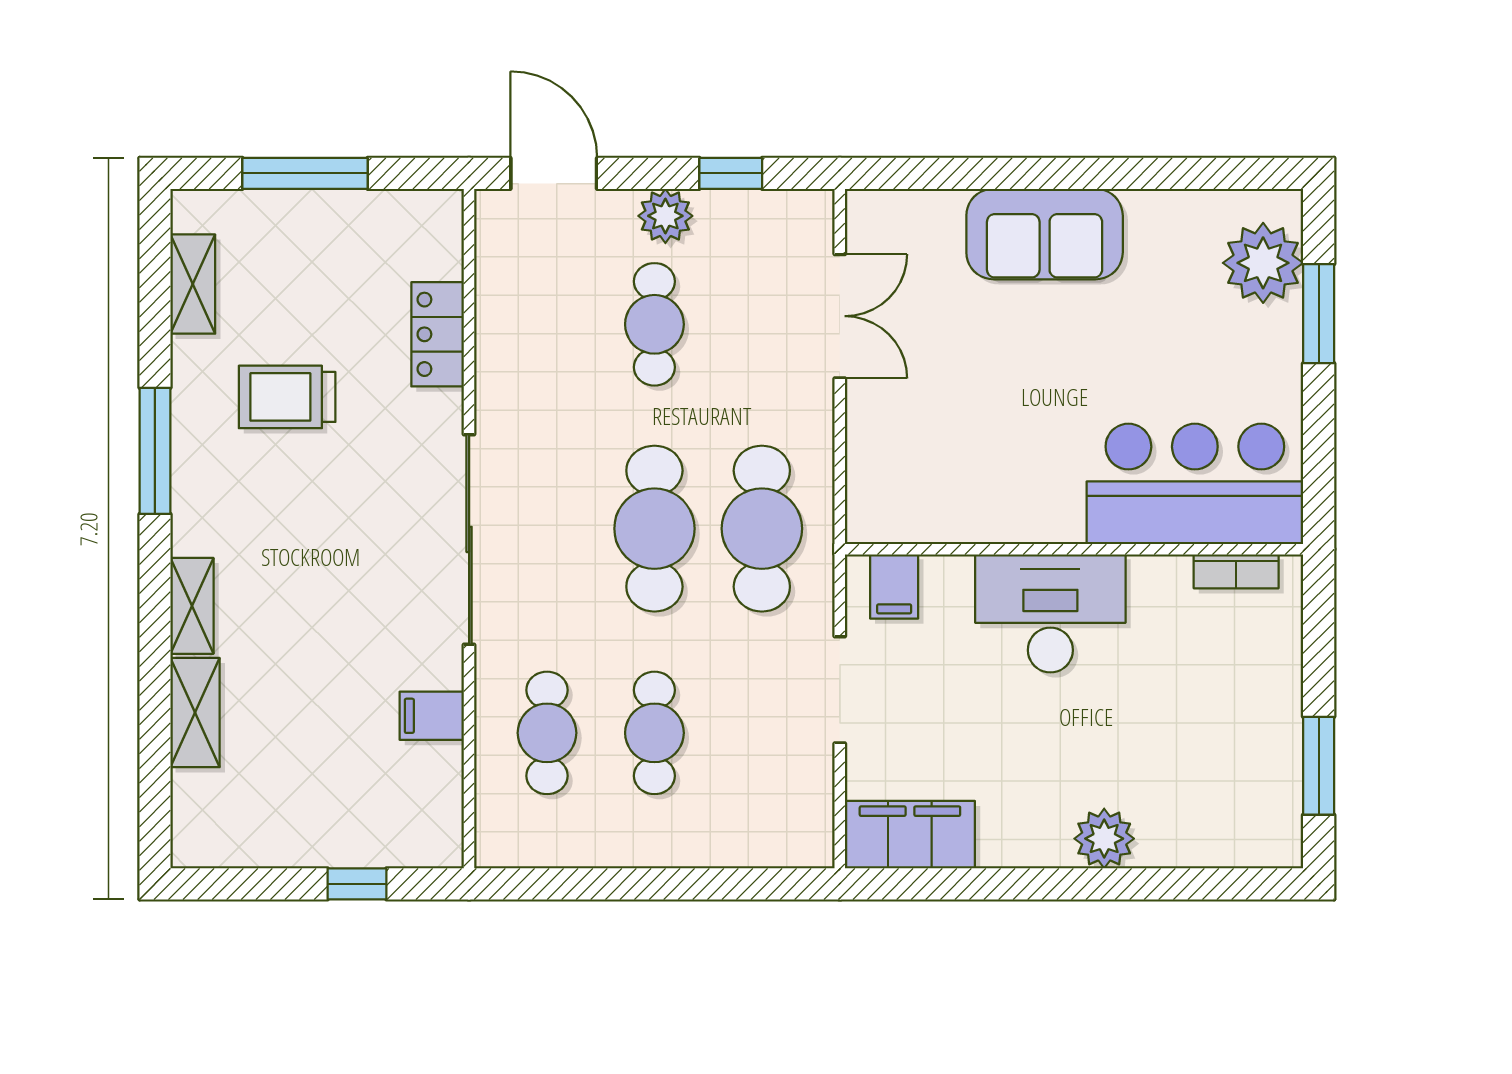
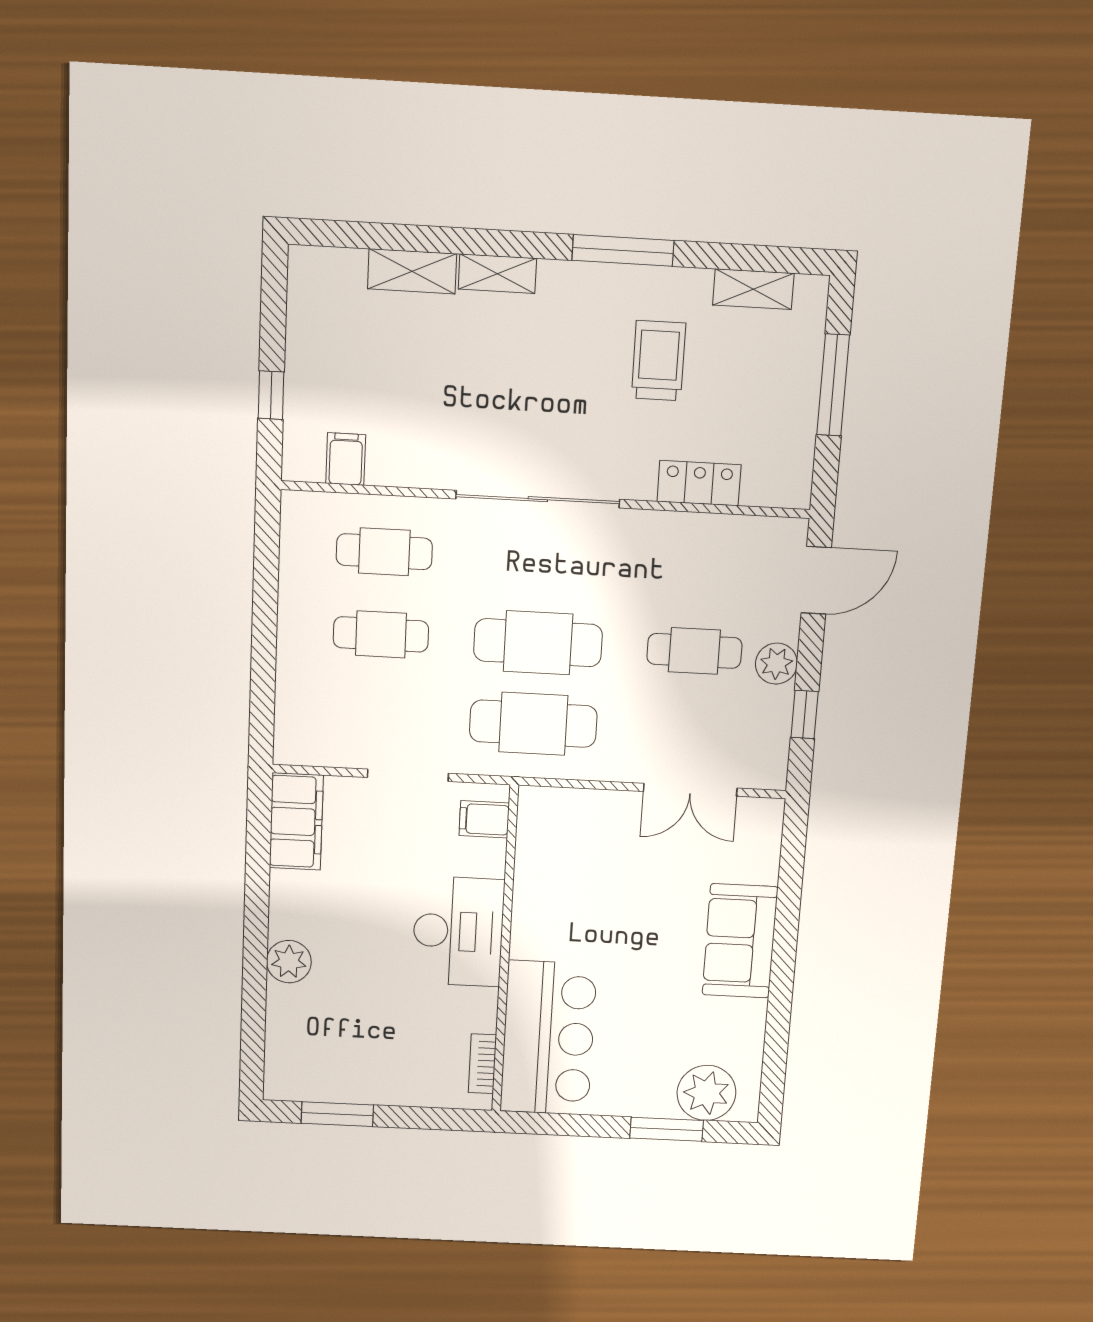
filing cabinet: (432, 716) -> (346, 459), moved

